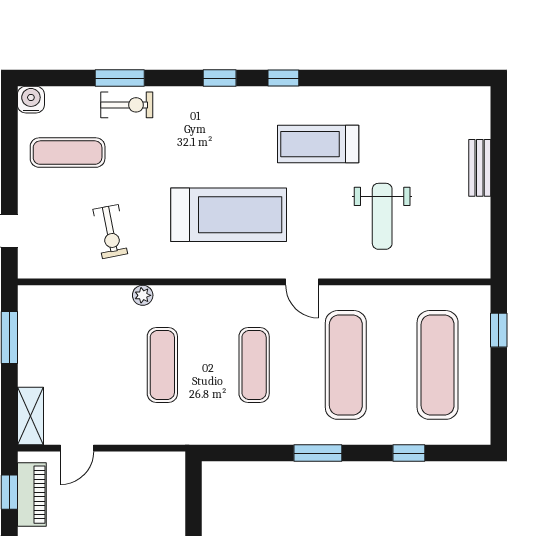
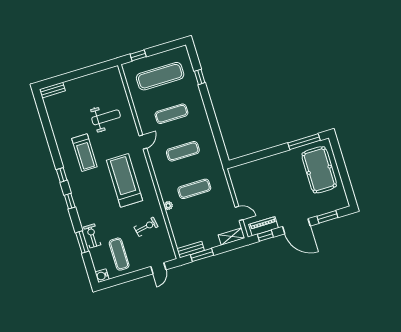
bench: (480, 168) -> (52, 90), moved
bench: (29, 315) -> (191, 250), added
exercise mat: (346, 365) -> (171, 114), width x0.73, depth x0.69
window: (318, 453) -> (211, 114), removed

